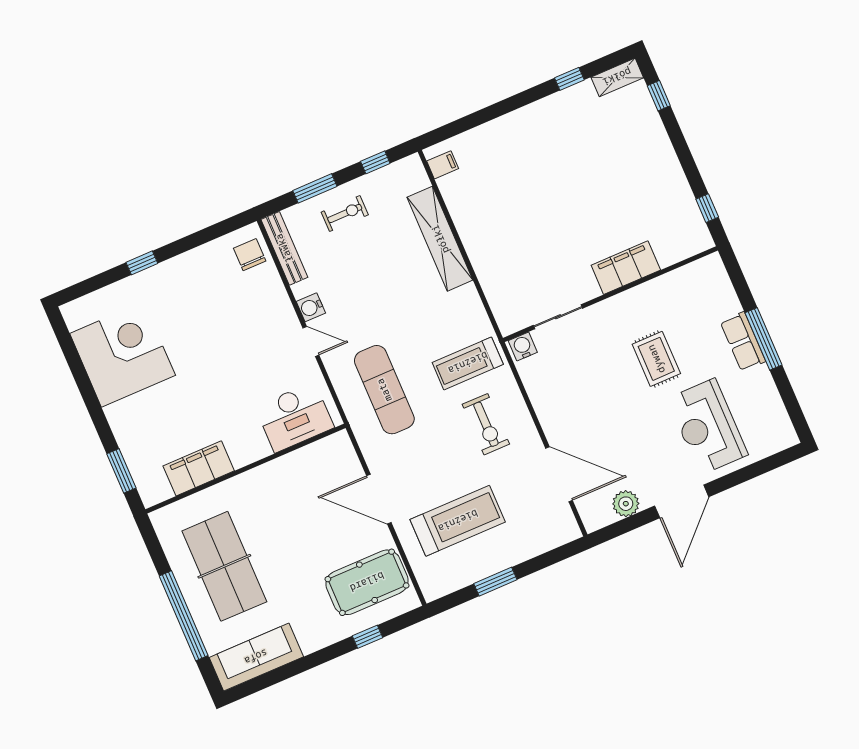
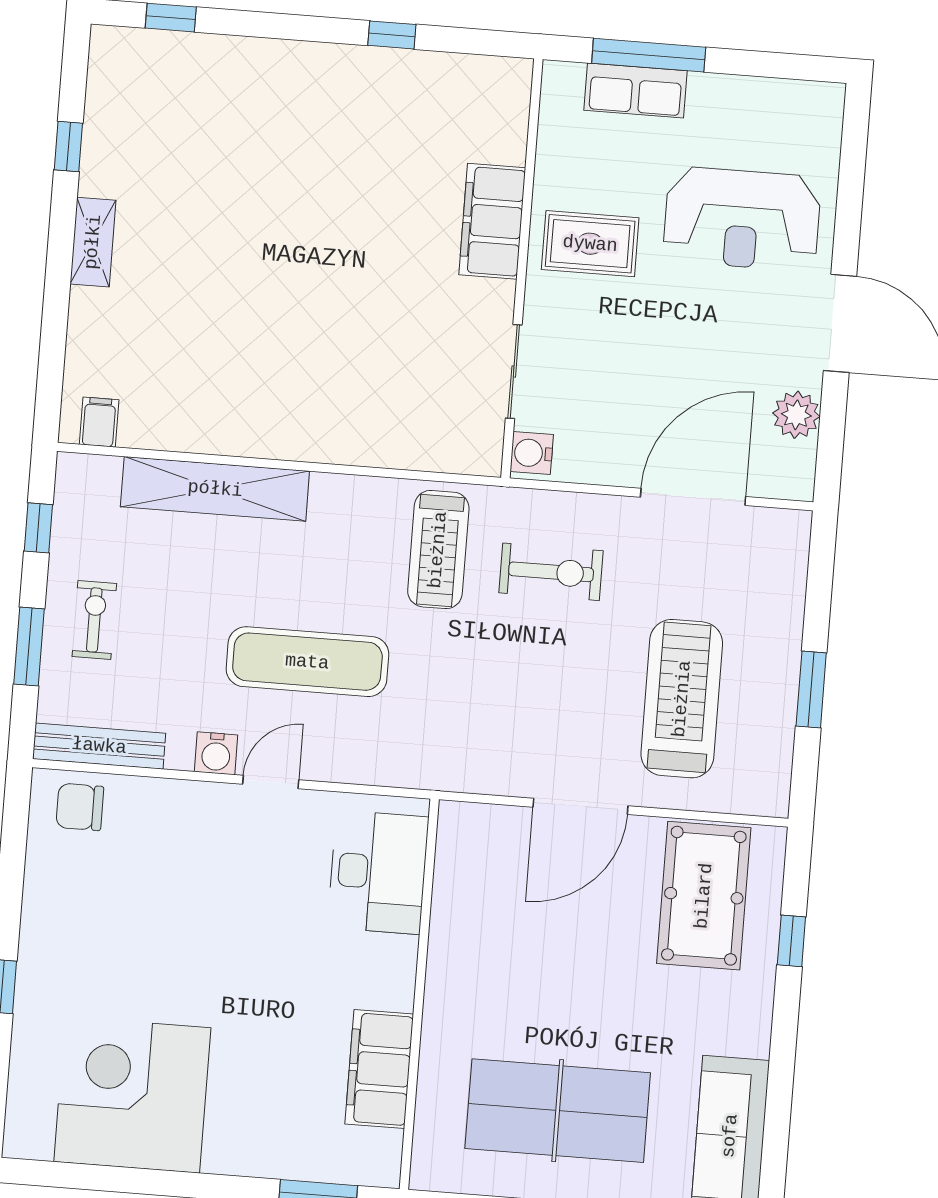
shelving: (617, 77) -> (93, 242), moved
filing cabinet: (626, 268) -> (492, 221), moved
wall: (610, 294) -> (522, 268), moved
sliding door: (558, 317) -> (514, 371), moved
water cooler: (523, 347) -> (532, 453), moved
exercise mat: (384, 390) -> (307, 662), moved

